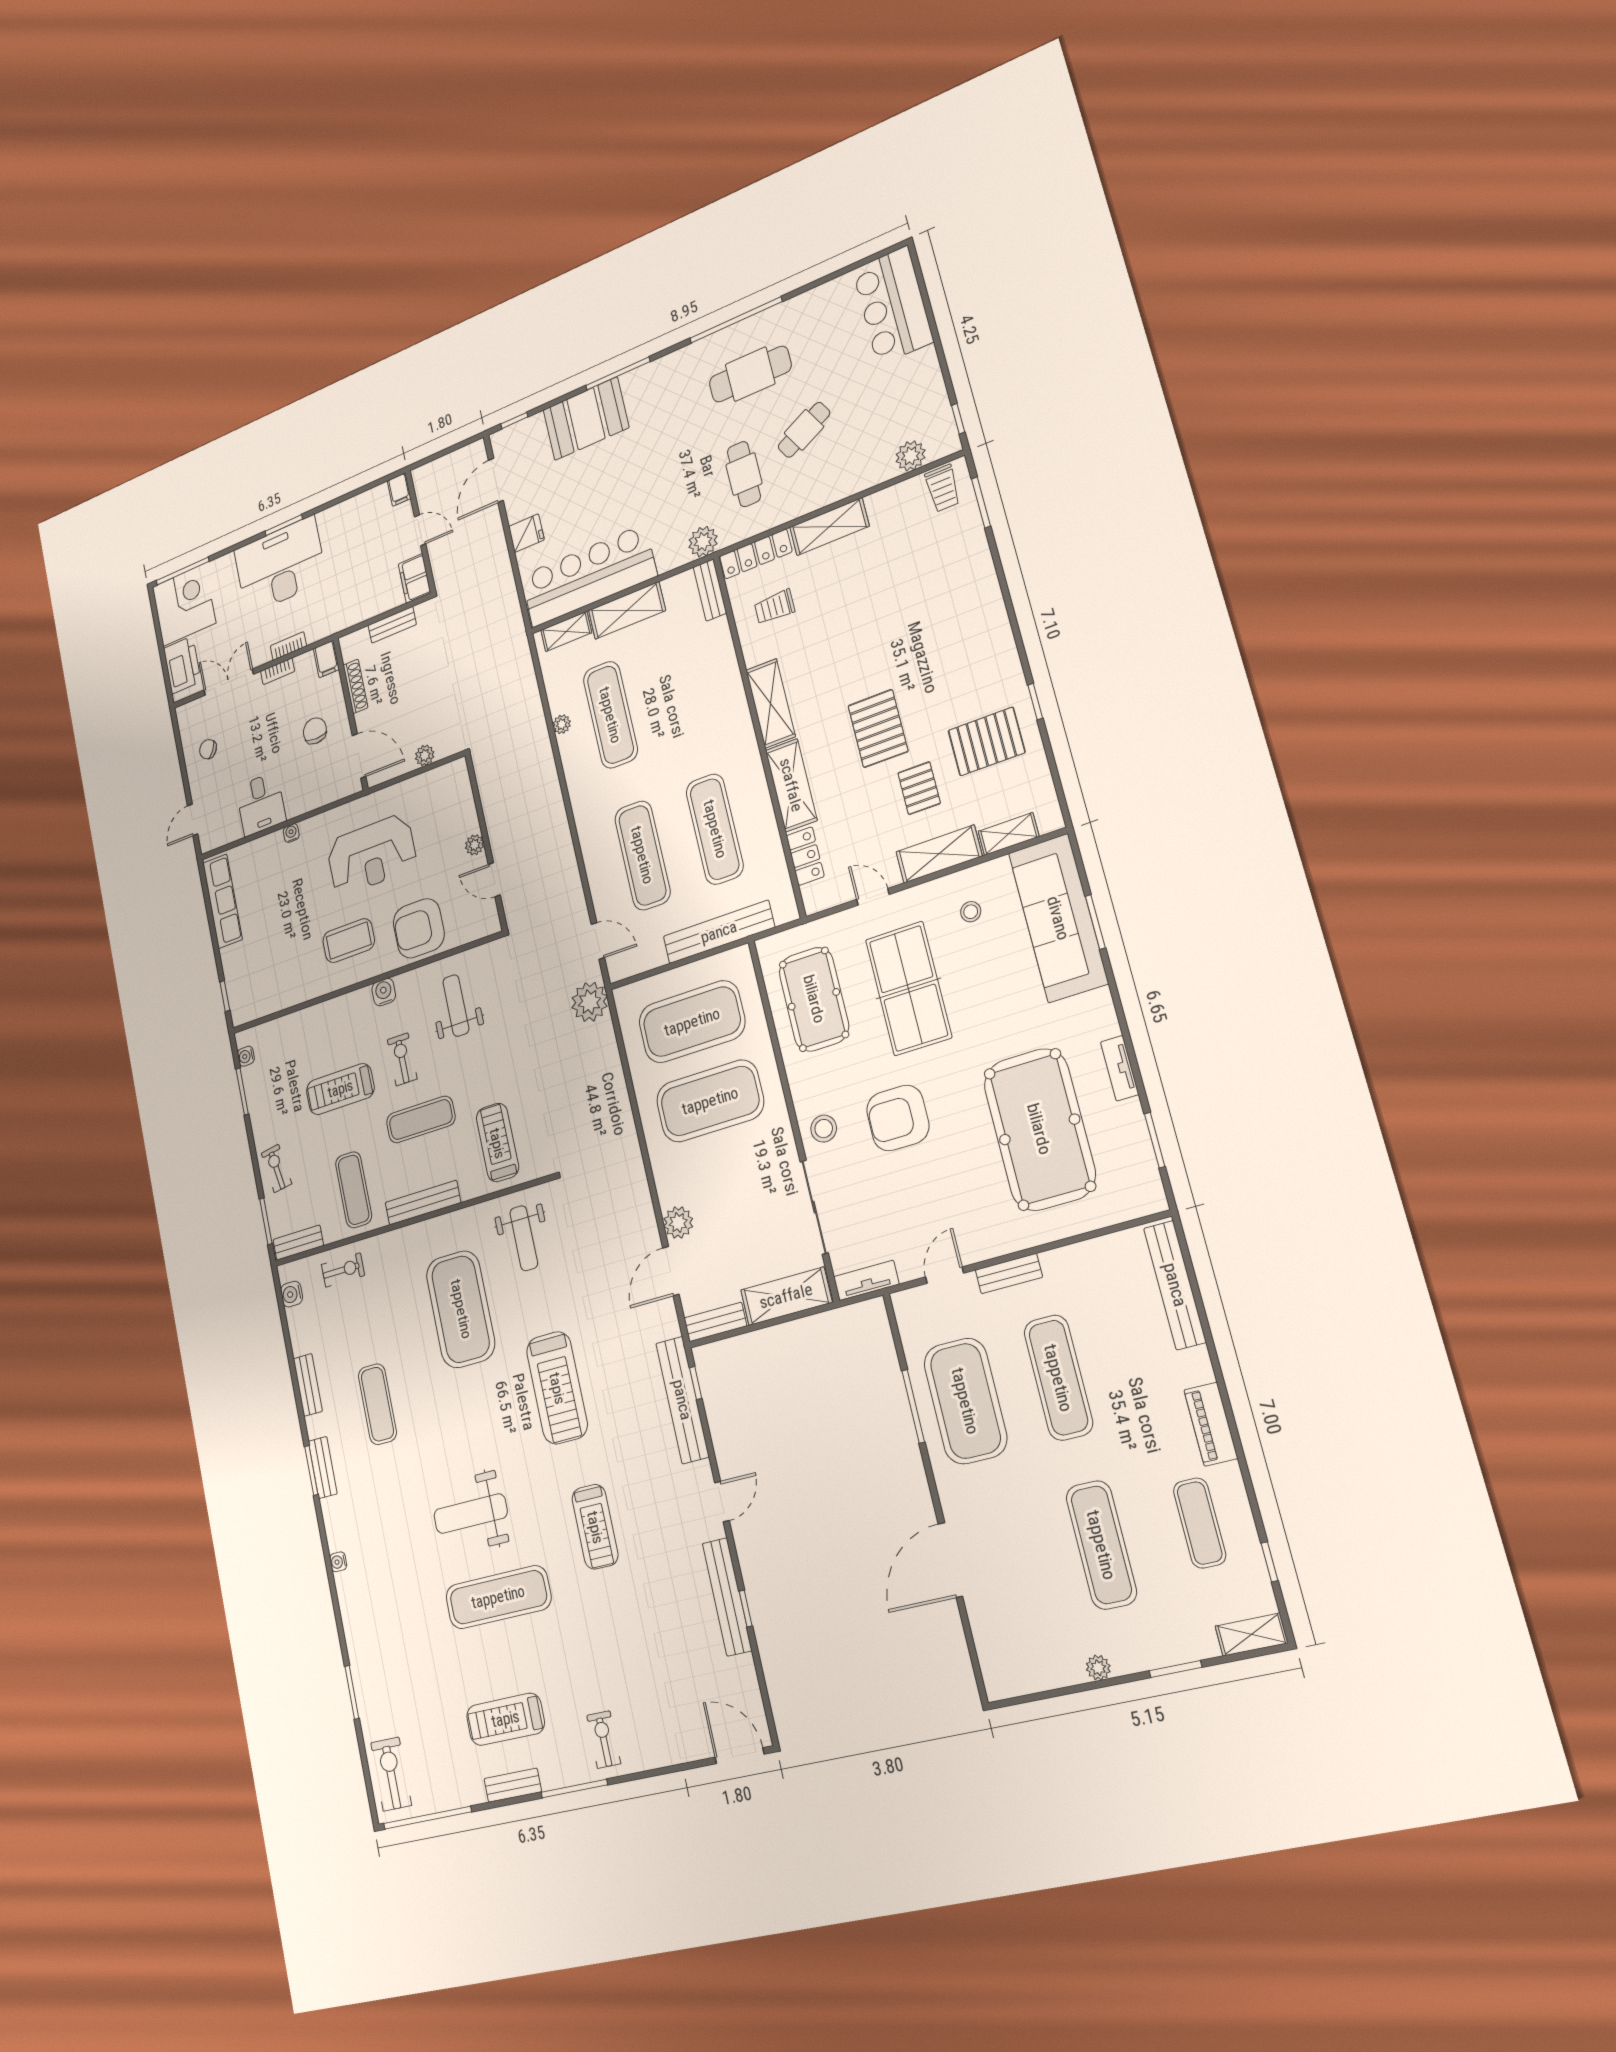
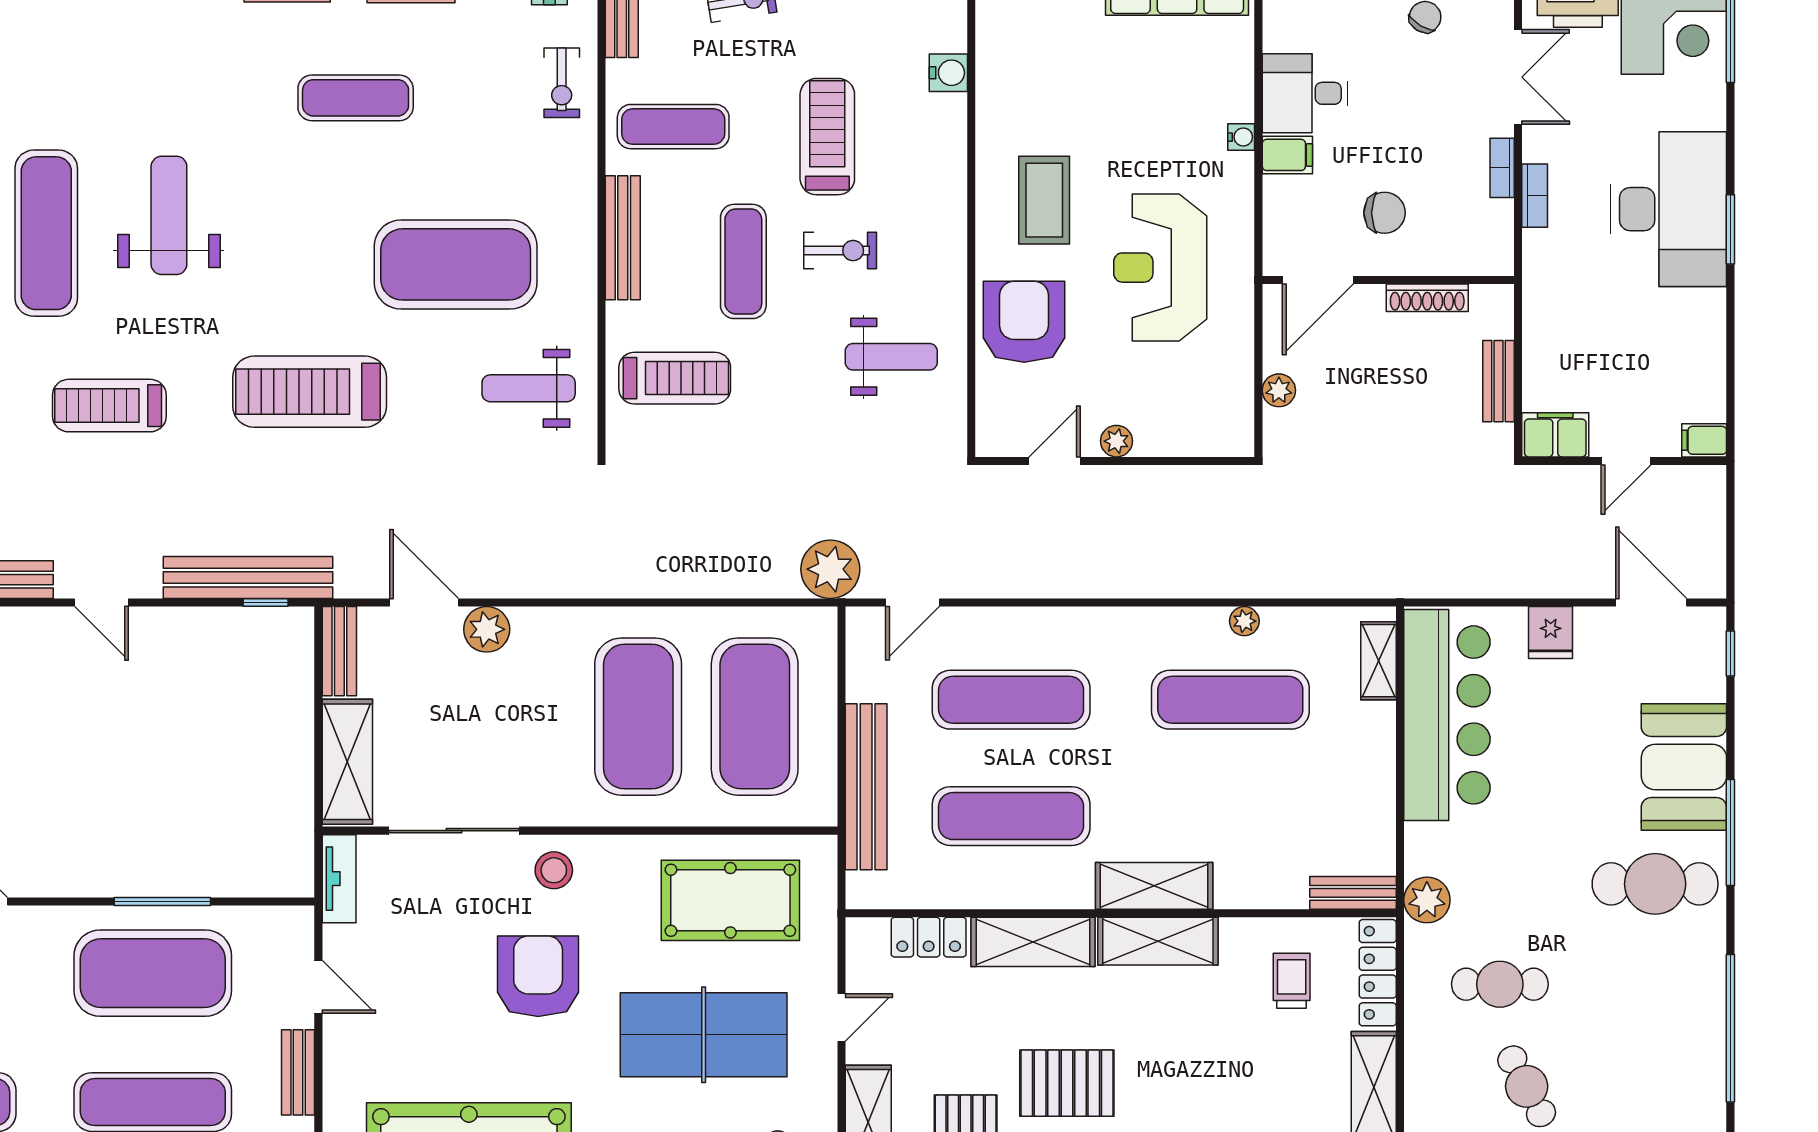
cafe table: (750, 374) -> (1655, 884), moved, turned 90
shelving: (627, 610) -> (1154, 886), moved, turned 90
filing cabinet: (326, 659) -> (1287, 155), moved, turned 180
water cooler: (384, 992) -> (948, 73), moved

